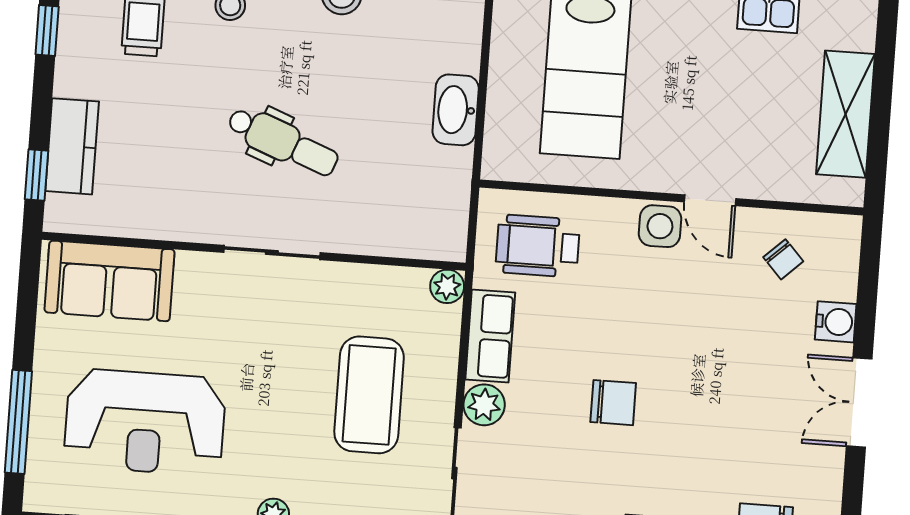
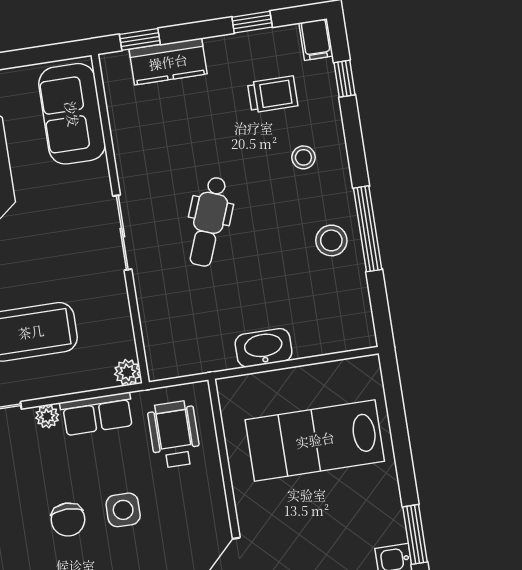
side table: (660, 226) -> (123, 510), moved
plant: (484, 405) -> (47, 416), width x0.73, depth x0.73

